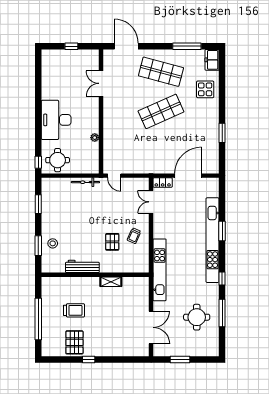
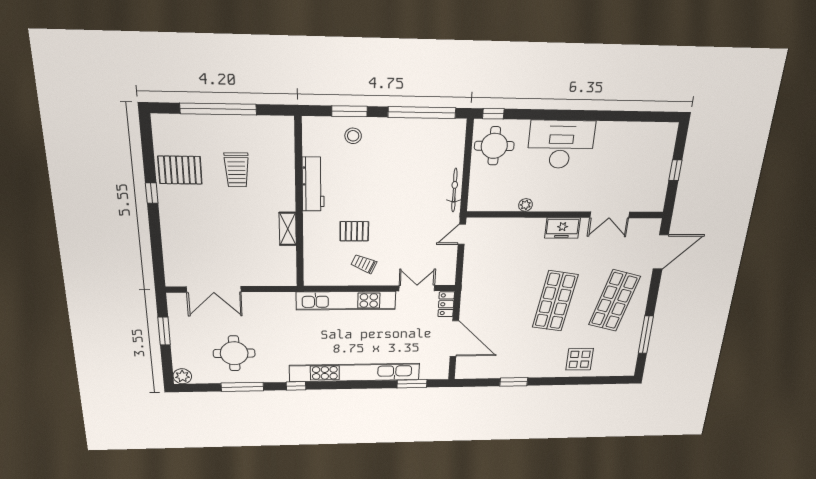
freezer: (212, 60) -> (562, 228), moved, turned 180
double door: (101, 83) -> (610, 215), swing flipped
shop shelf: (161, 111) -> (555, 301), turned 33
window: (38, 204) -> (422, 113), width x2.11
window: (222, 231) -> (412, 384), moved
kitchen unit: (160, 270) -> (346, 301), moved
plant: (213, 351) -> (182, 376), added

